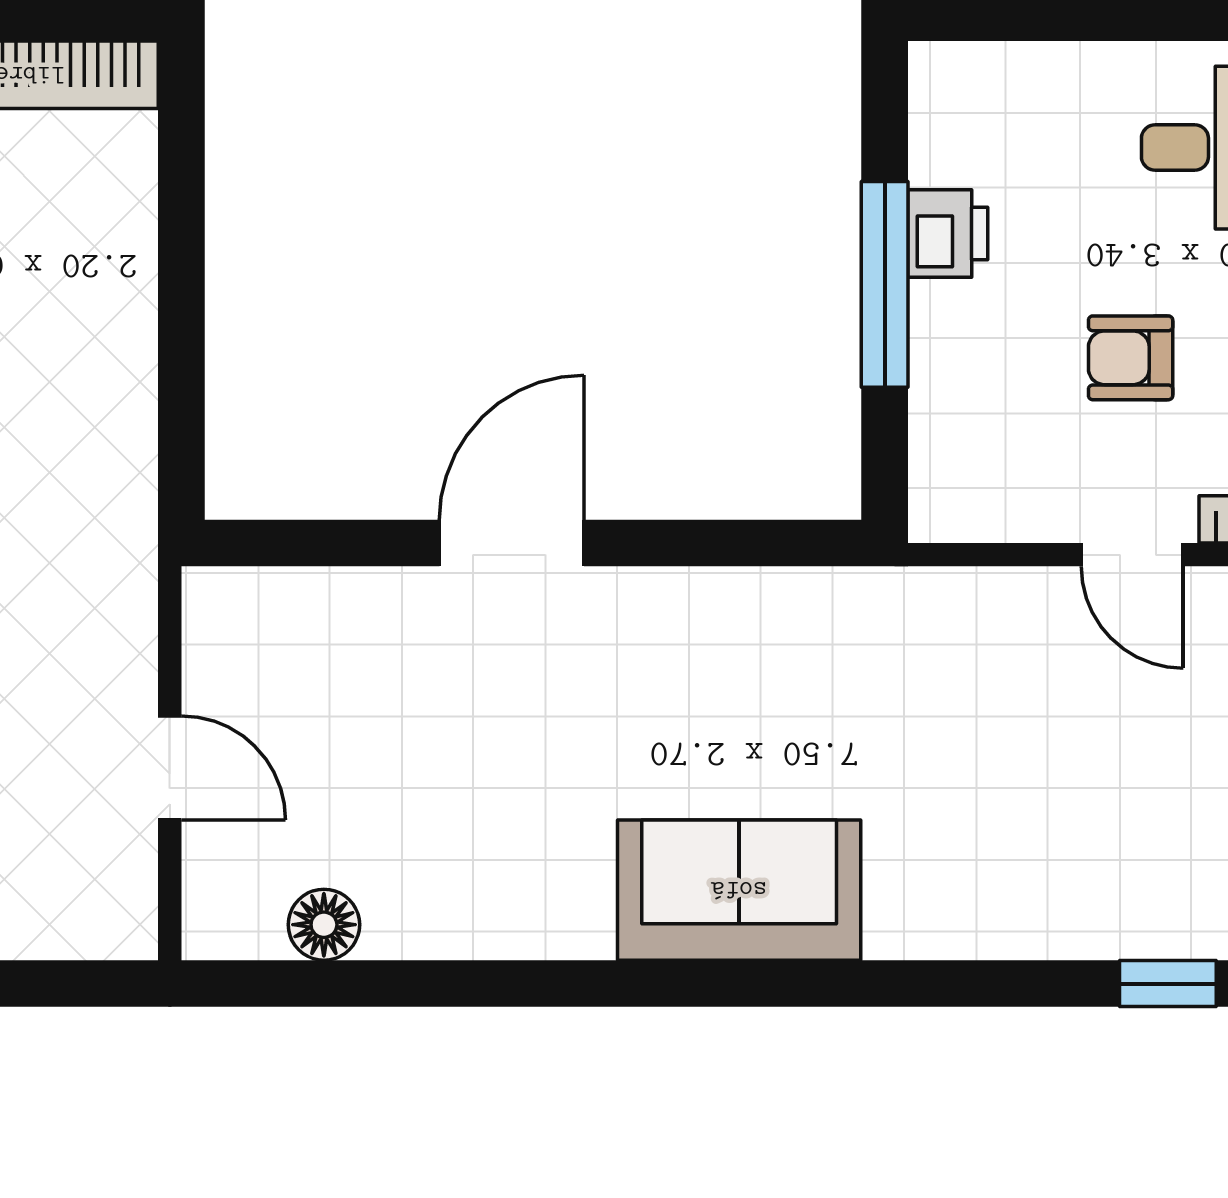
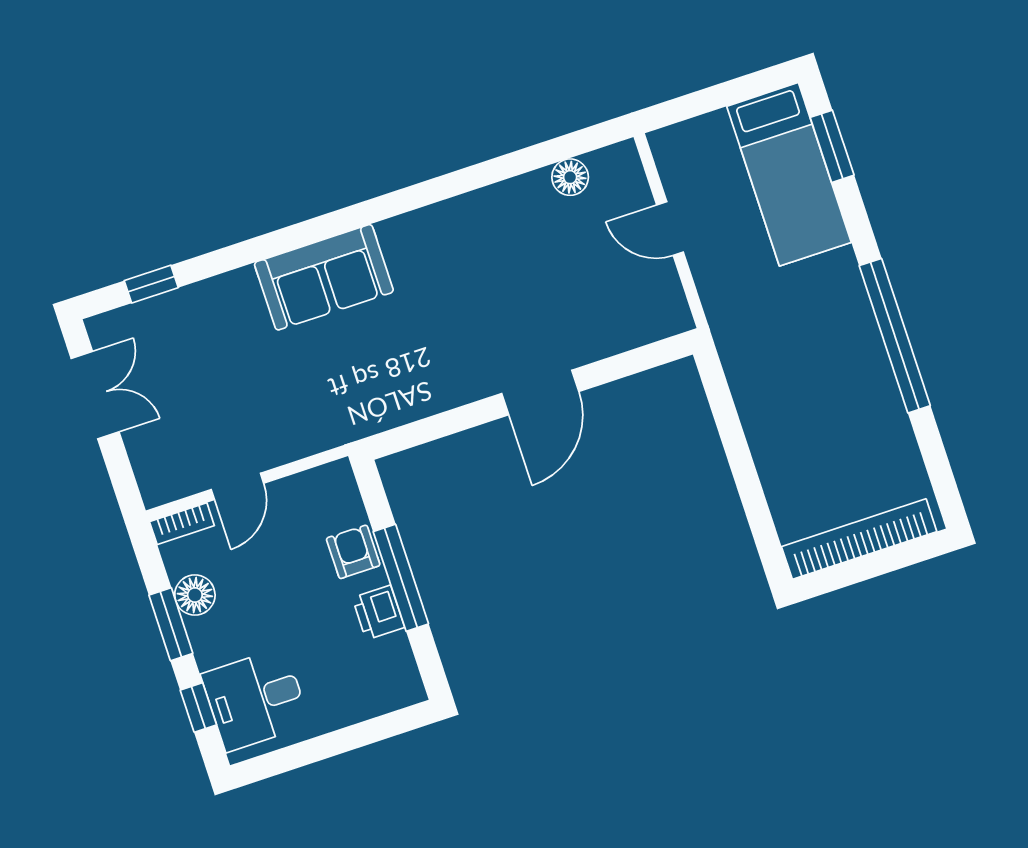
armchair: (1131, 358) -> (353, 552), moved, turned -90
door: (1132, 555) -> (237, 486), swing flipped
sofa: (739, 890) -> (324, 277), moved

